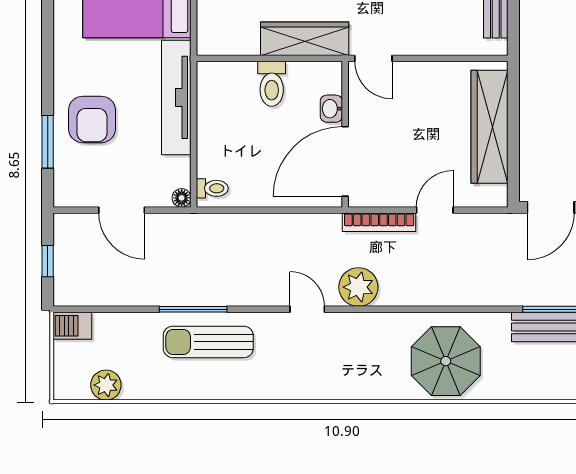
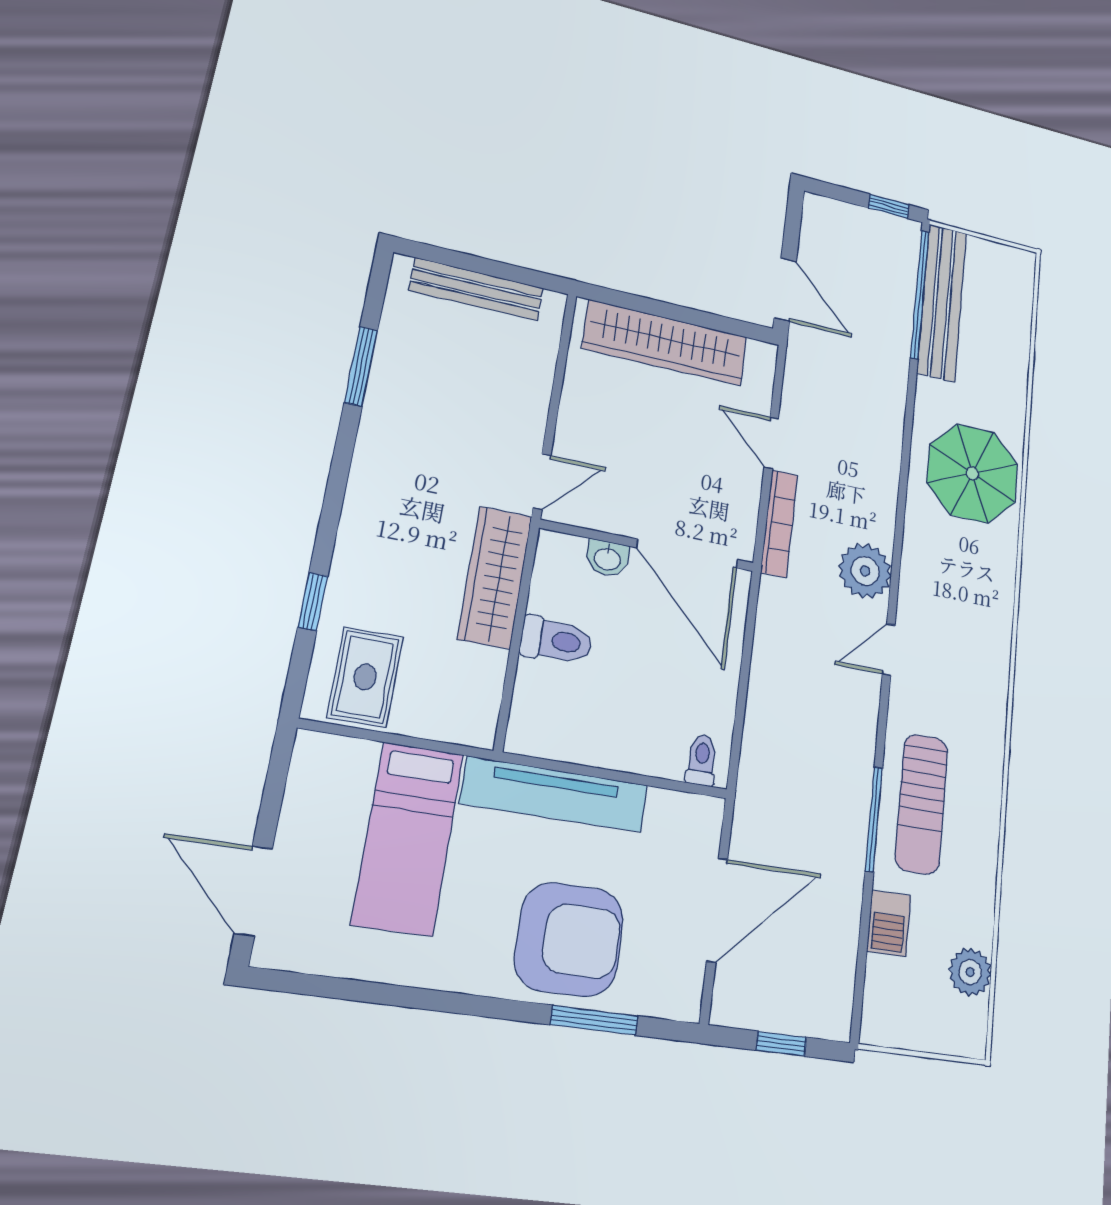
armchair: (92, 119) -> (569, 939), width x1.36, depth x1.36
floor lamp: (182, 198) -> (710, 811), removed
door: (122, 210) -> (717, 910), width x1.36
barbecue: (72, 326) -> (889, 923), moved

